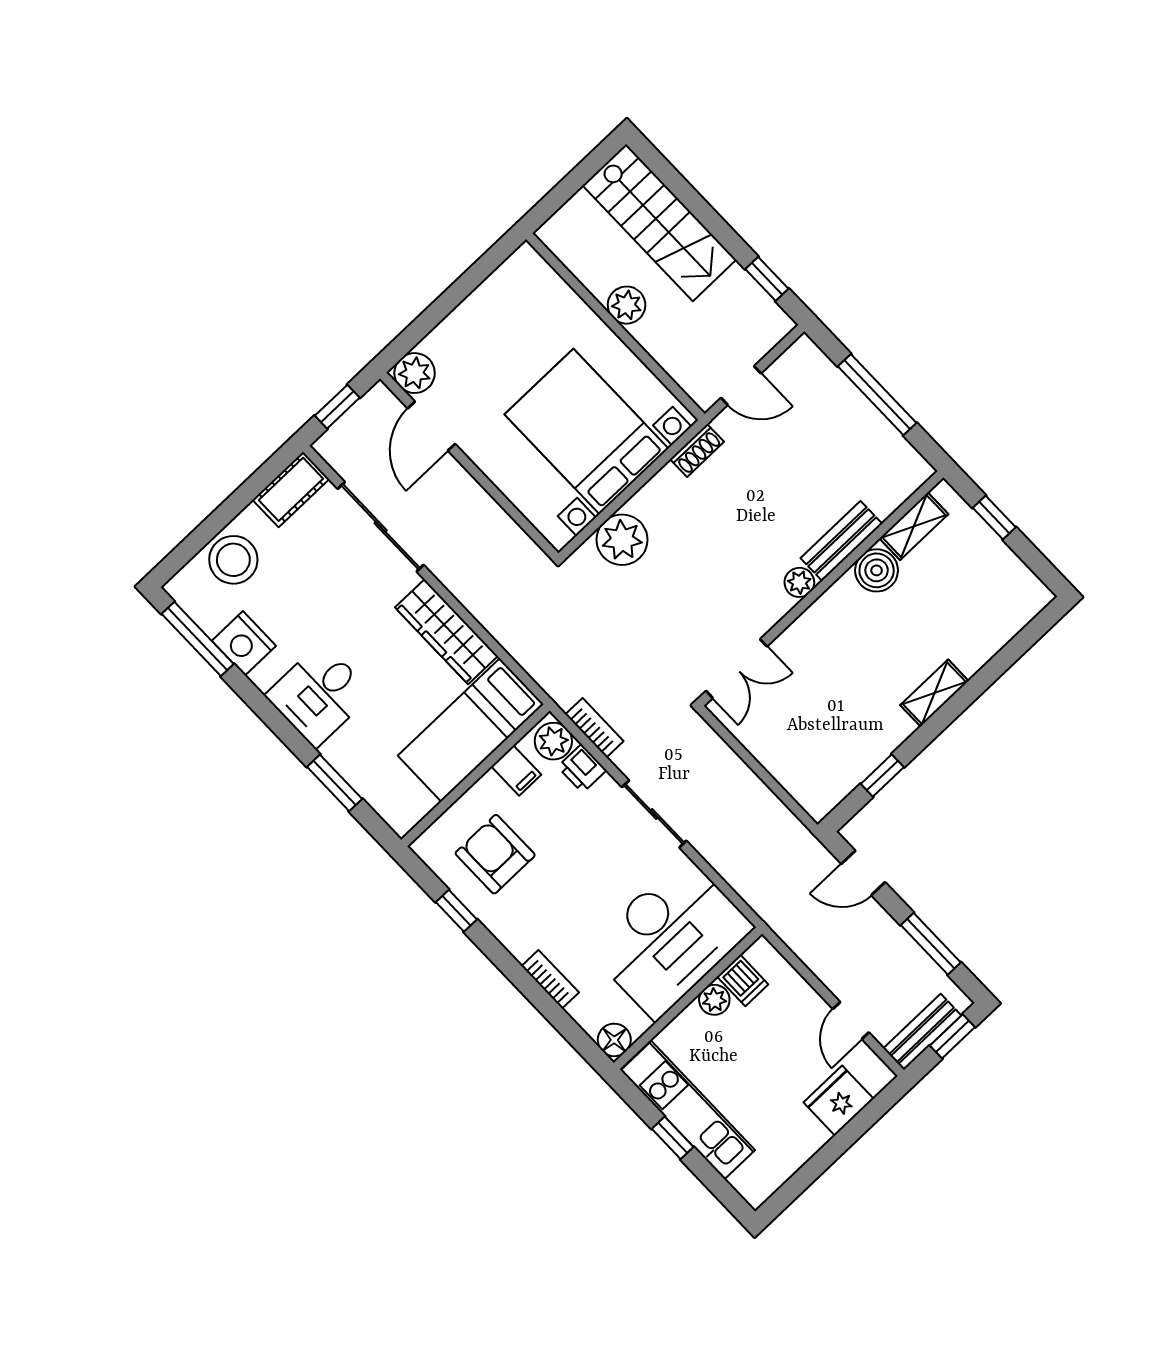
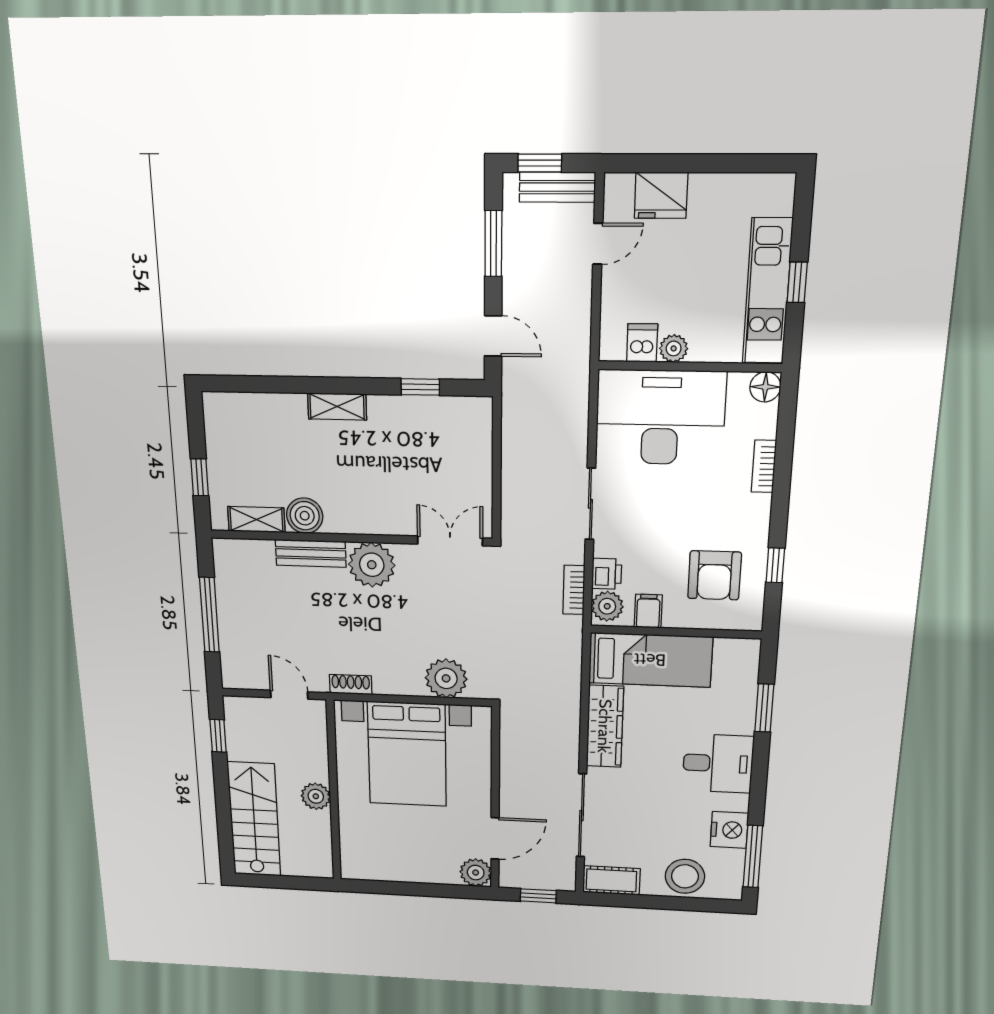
plant: (799, 582) -> (372, 565), width x1.88, depth x1.88

